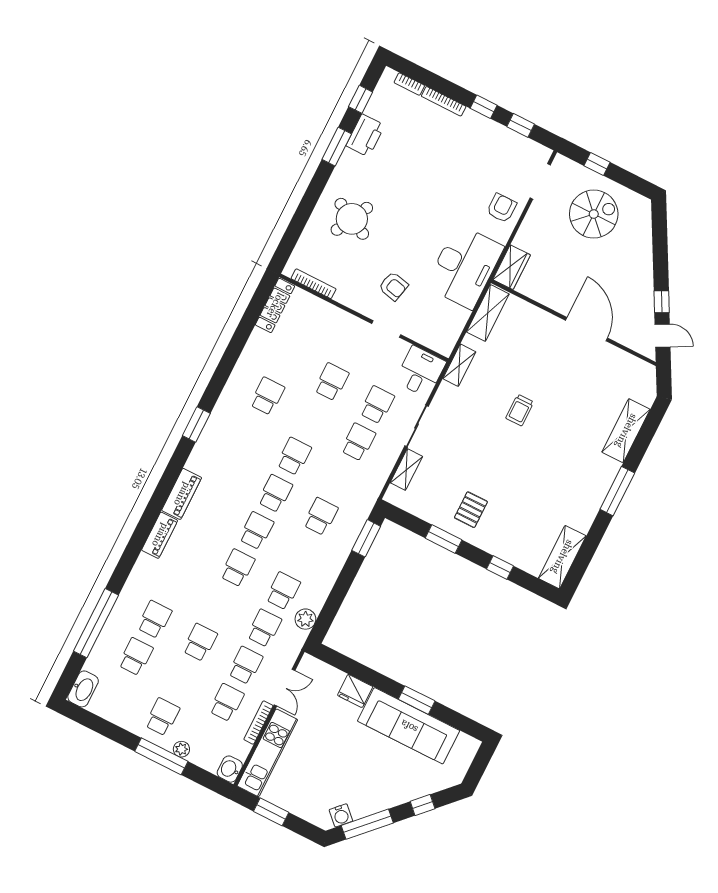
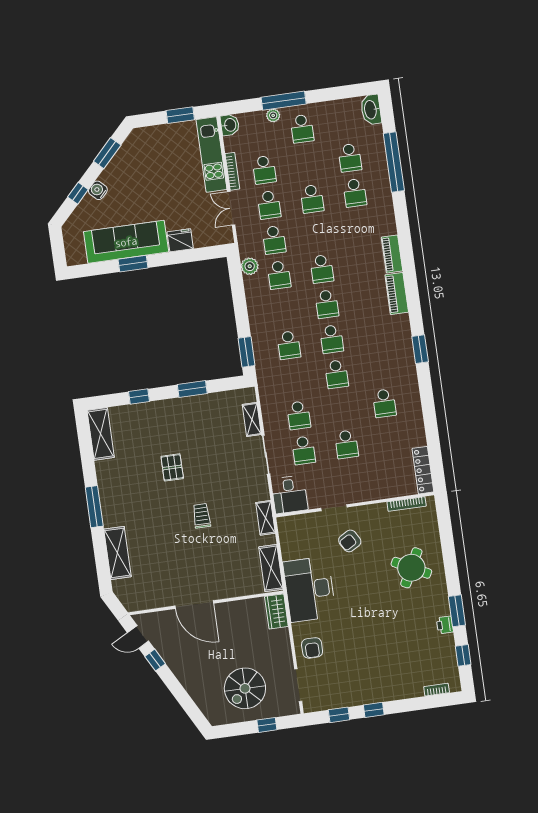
bookcase: (444, 101) -> (404, 694), removed
printer: (365, 135) -> (445, 625), width x0.53, depth x0.68
armchair: (393, 286) -> (350, 541), turned -43
pallet: (471, 510) -> (172, 467), moved
water cooler: (341, 815) -> (98, 190), moved
window: (367, 824) -> (107, 153), width x0.69

